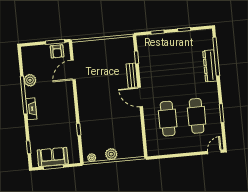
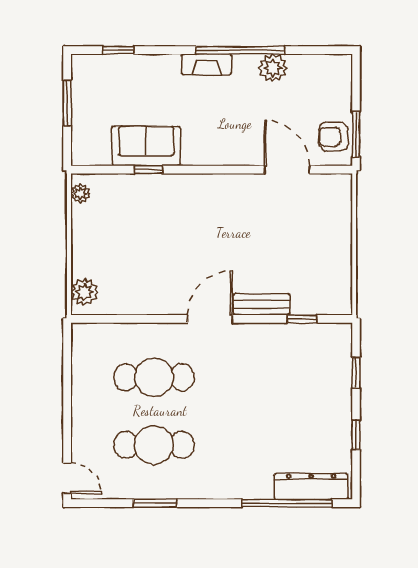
dresser: (210, 66) -> (311, 486), moved
plant: (111, 154) -> (84, 292), moved
sofa: (53, 157) -> (146, 146), moved, turned -90

